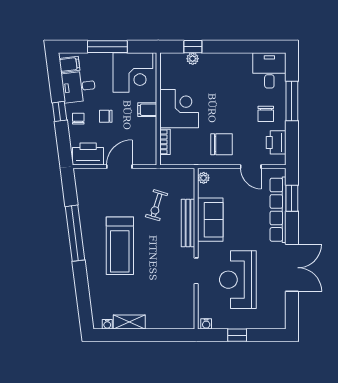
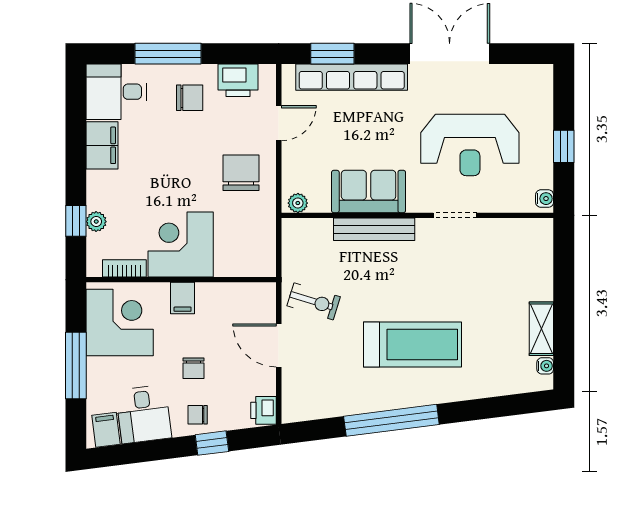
filing cabinet: (238, 62) -> (102, 145), added
window: (60, 111) -> (212, 443), moved
bookcase: (165, 142) -> (124, 268), moved
printer: (88, 154) -> (264, 410), width x0.53, depth x0.68
exercise bike: (157, 205) -> (314, 301), moved

